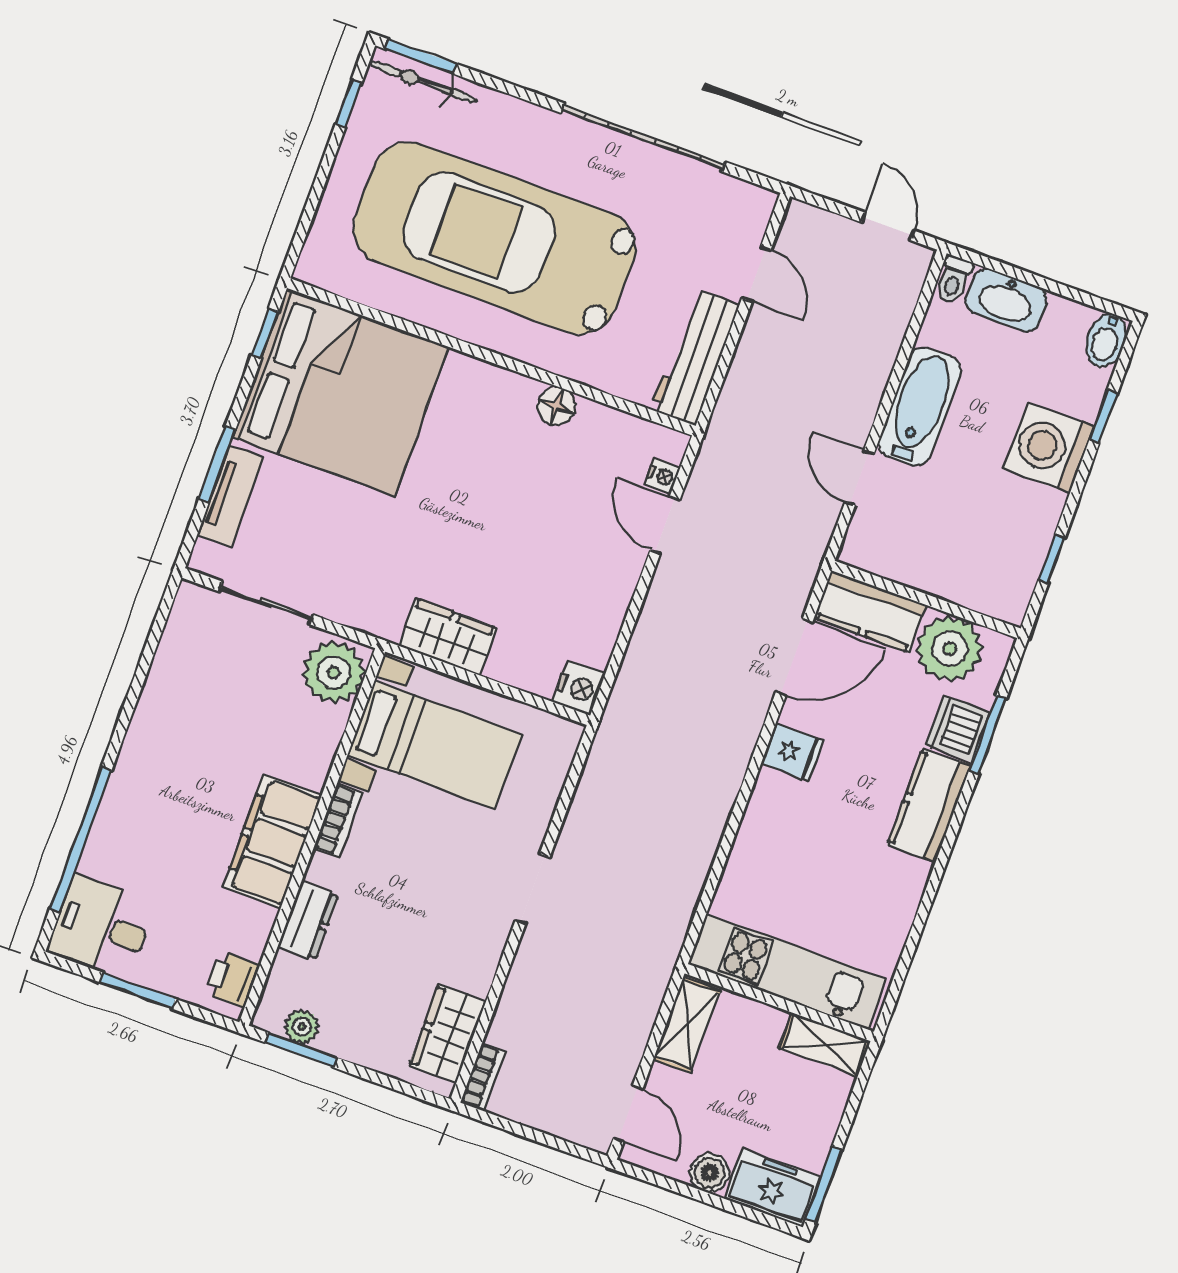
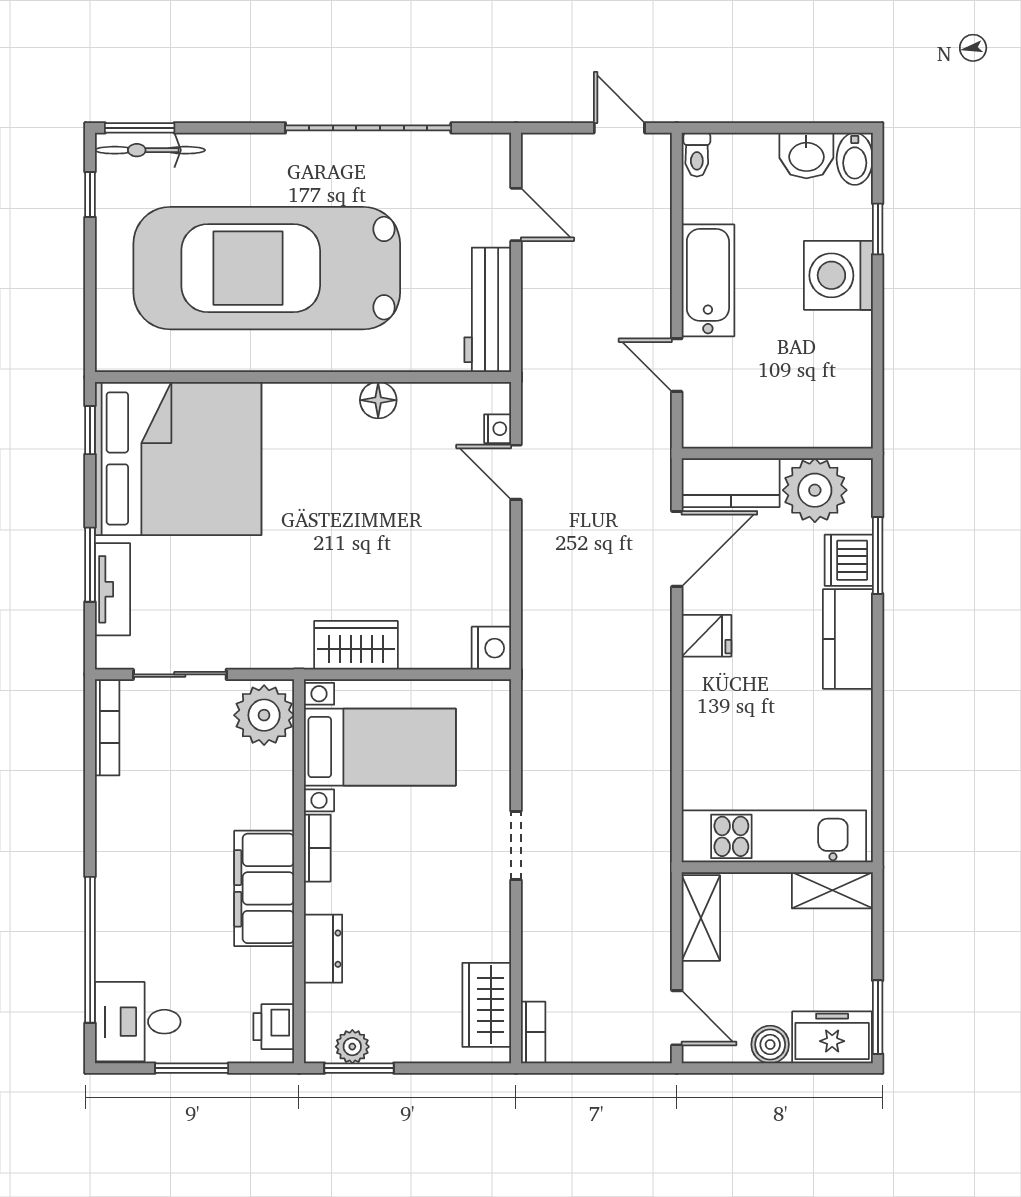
washbasin: (1006, 300) -> (806, 156), moved, width x0.72
window: (1051, 559) -> (878, 375), removed
bookcase: (176, 629) -> (107, 727), added

